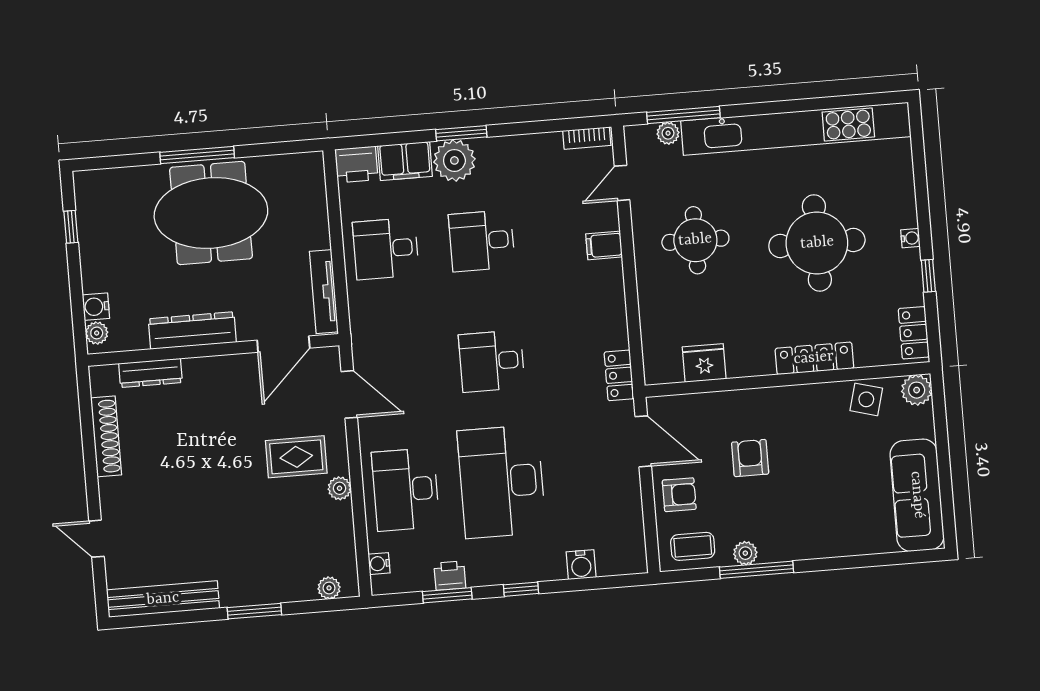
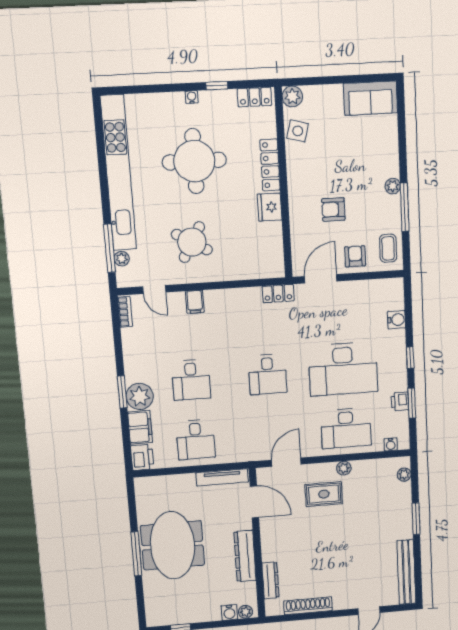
round table: (695, 240) -> (192, 242), turned 30
fridge: (704, 363) -> (270, 207), moved
rug: (296, 457) -> (324, 494), turned 90
sofa: (917, 495) -> (371, 98), width x0.73
plant: (745, 553) -> (393, 186), moved

